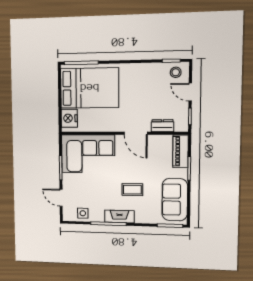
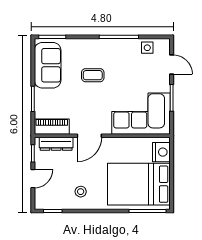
stool: (176, 72) -> (81, 192), moved
door: (190, 92) -> (33, 179), hinge flipped
dresser: (162, 126) -> (56, 144), width x1.44
door: (136, 133) -> (89, 136), swing flipped
piano: (180, 151) -> (52, 127), moved, turned -90
fireplace: (119, 216) -> (107, 45), removed

